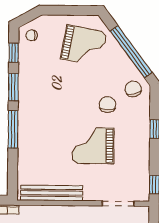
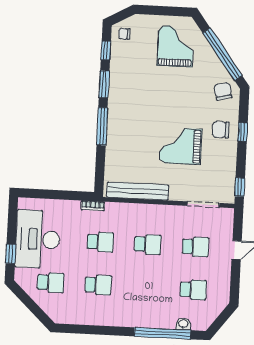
grand piano: (84, 46) -> (176, 46), turned -101
chair: (107, 105) -> (221, 130), moved, turned -90

